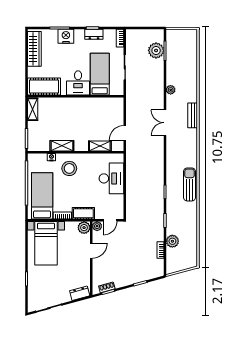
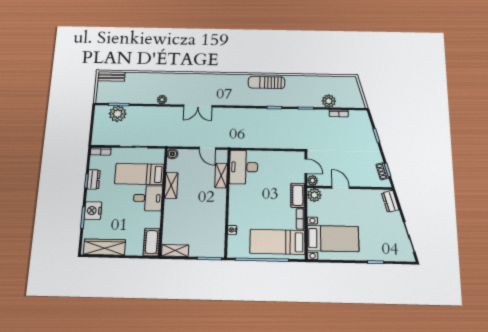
cot: (44, 86) -> (152, 242), width x0.73, depth x0.75
boiler: (119, 102) -> (172, 154), added
bench: (193, 115) -> (111, 76), moved
shelving: (62, 146) -> (171, 185), moved
stool: (69, 168) -> (246, 210), removed
desk: (111, 178) -> (244, 167), moved, turned -90

